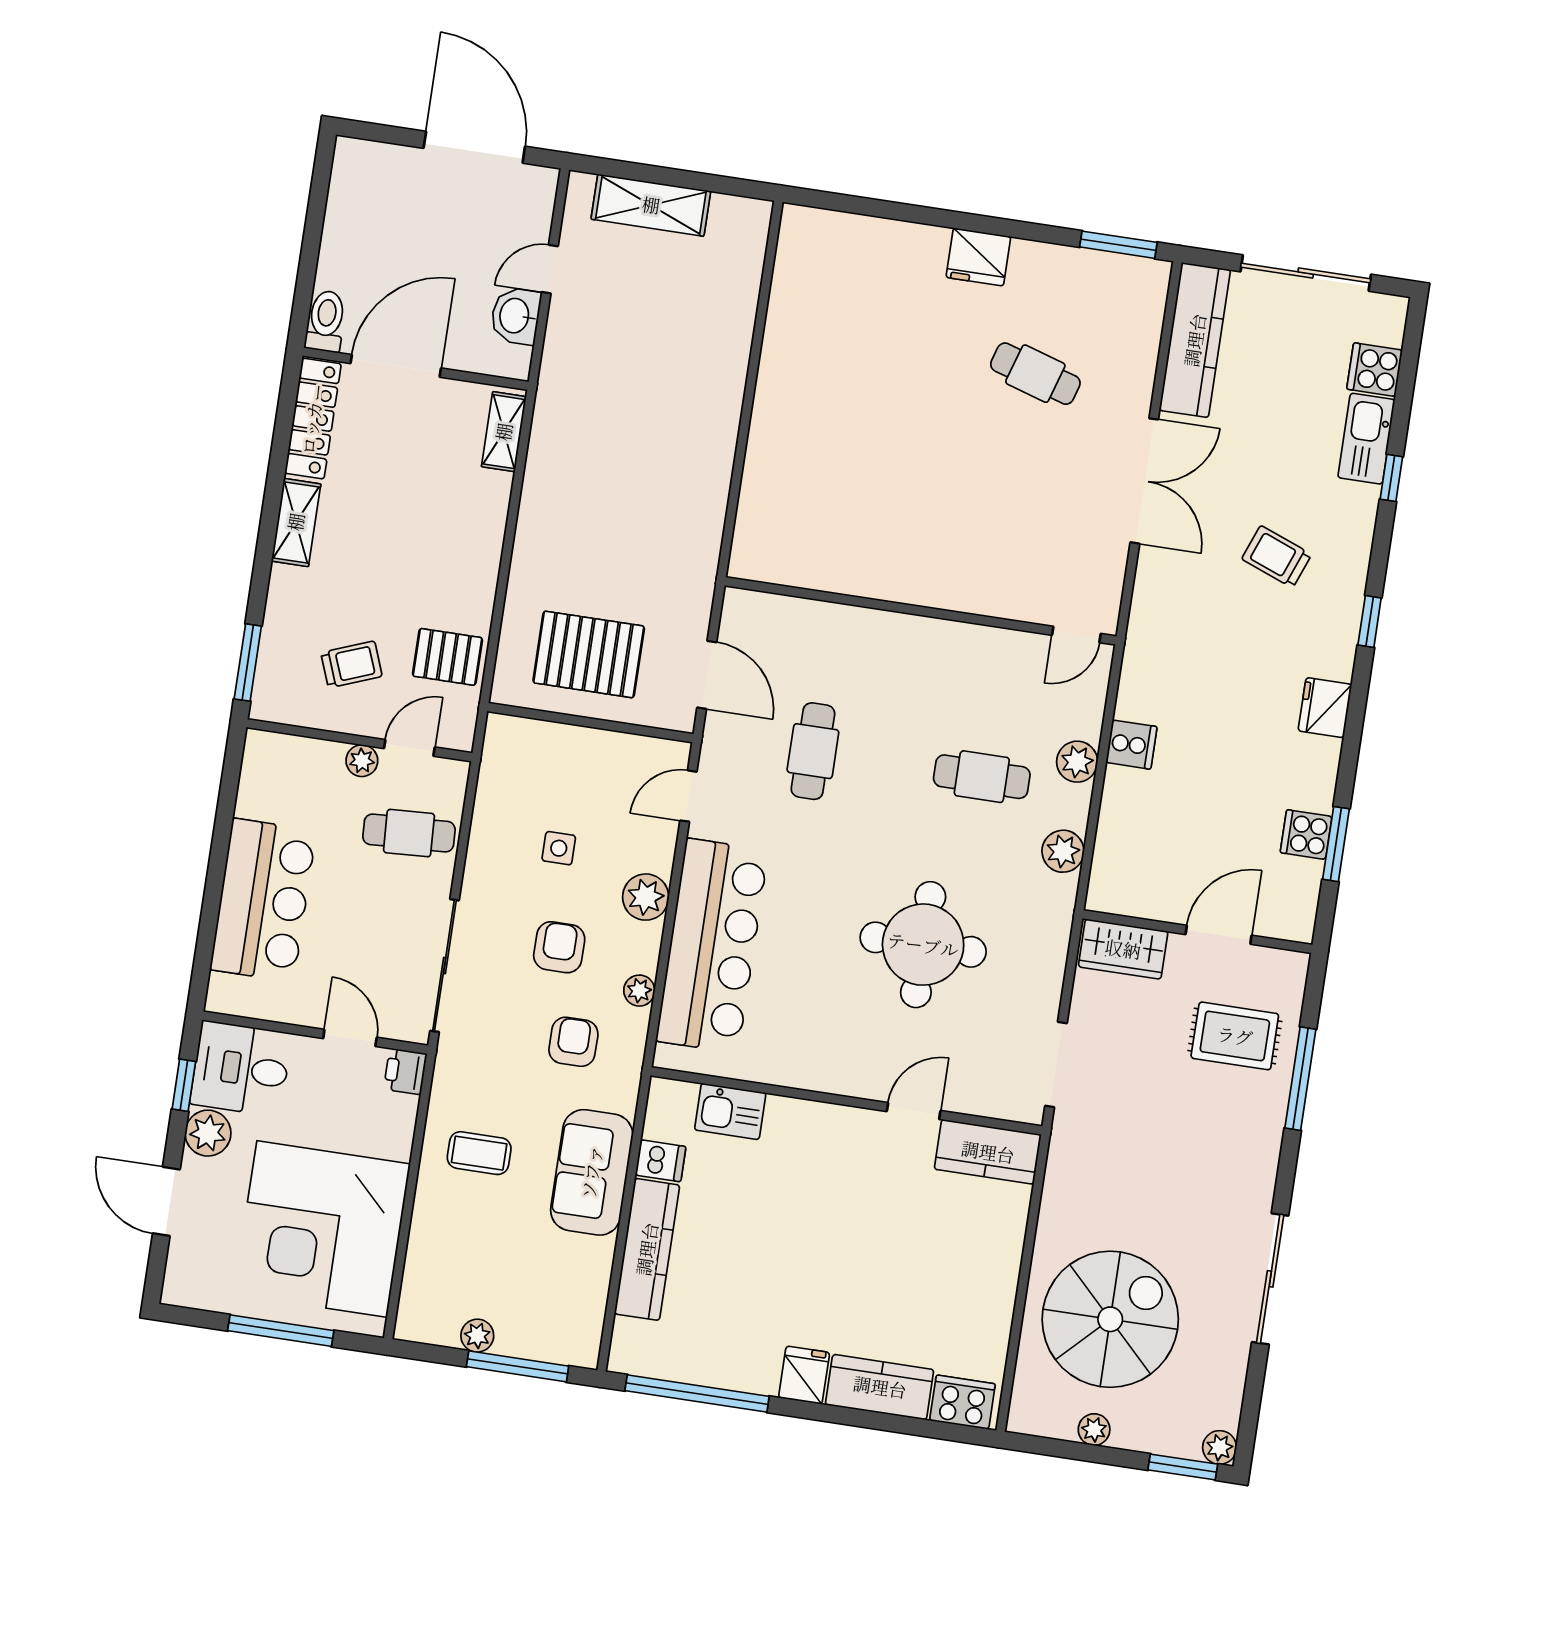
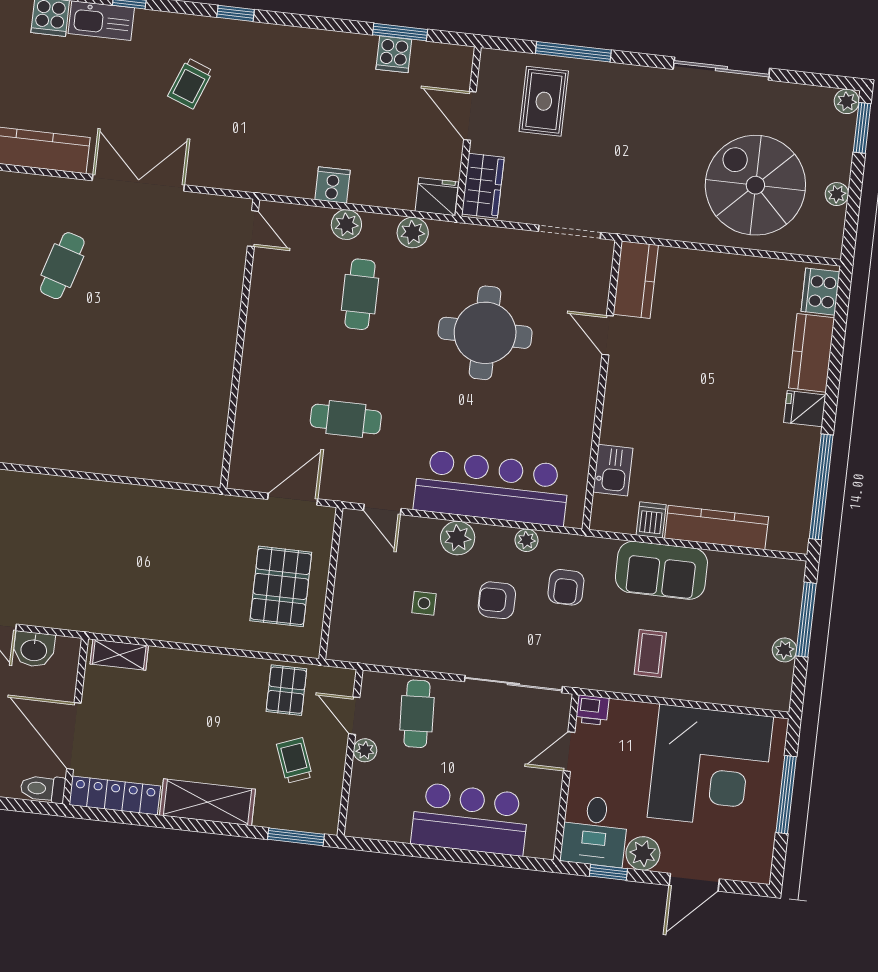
shelving: (296, 522) -> (208, 802), width x1.50, depth x1.33
fridge: (1325, 708) -> (437, 197), moved, turned 180
armchair: (573, 1042) -> (566, 587), turned -90

